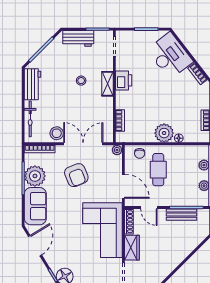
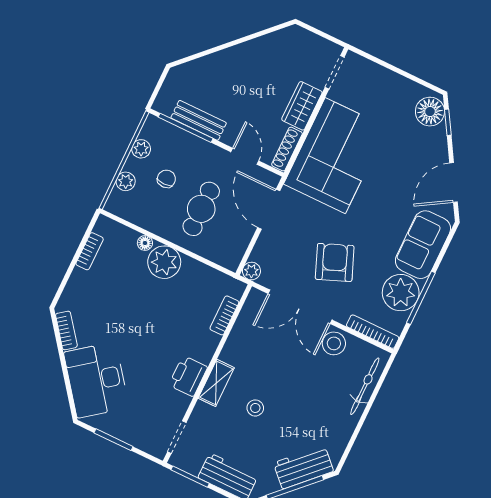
workbench: (33, 84) -> (303, 467), moved, turned 45
chair: (140, 153) -> (166, 179), moved

